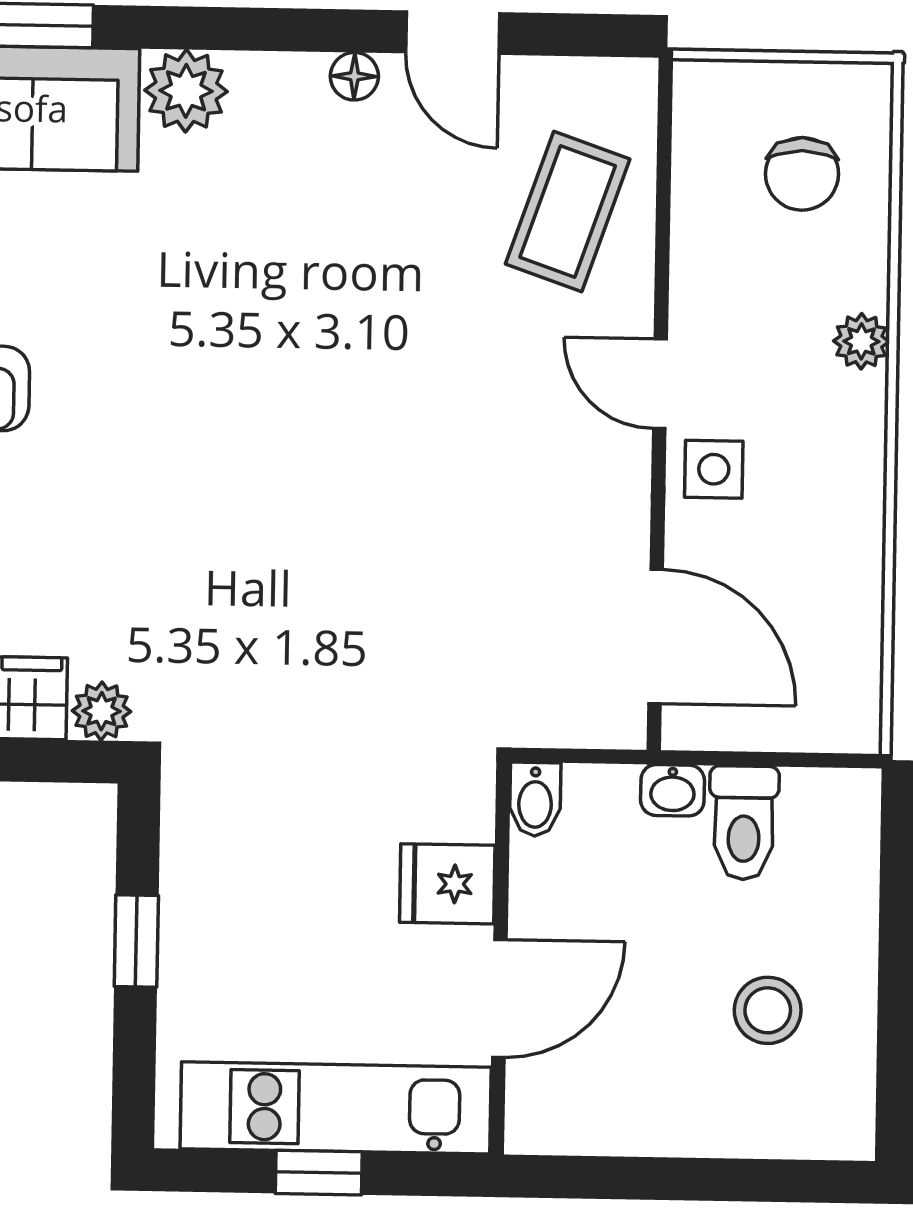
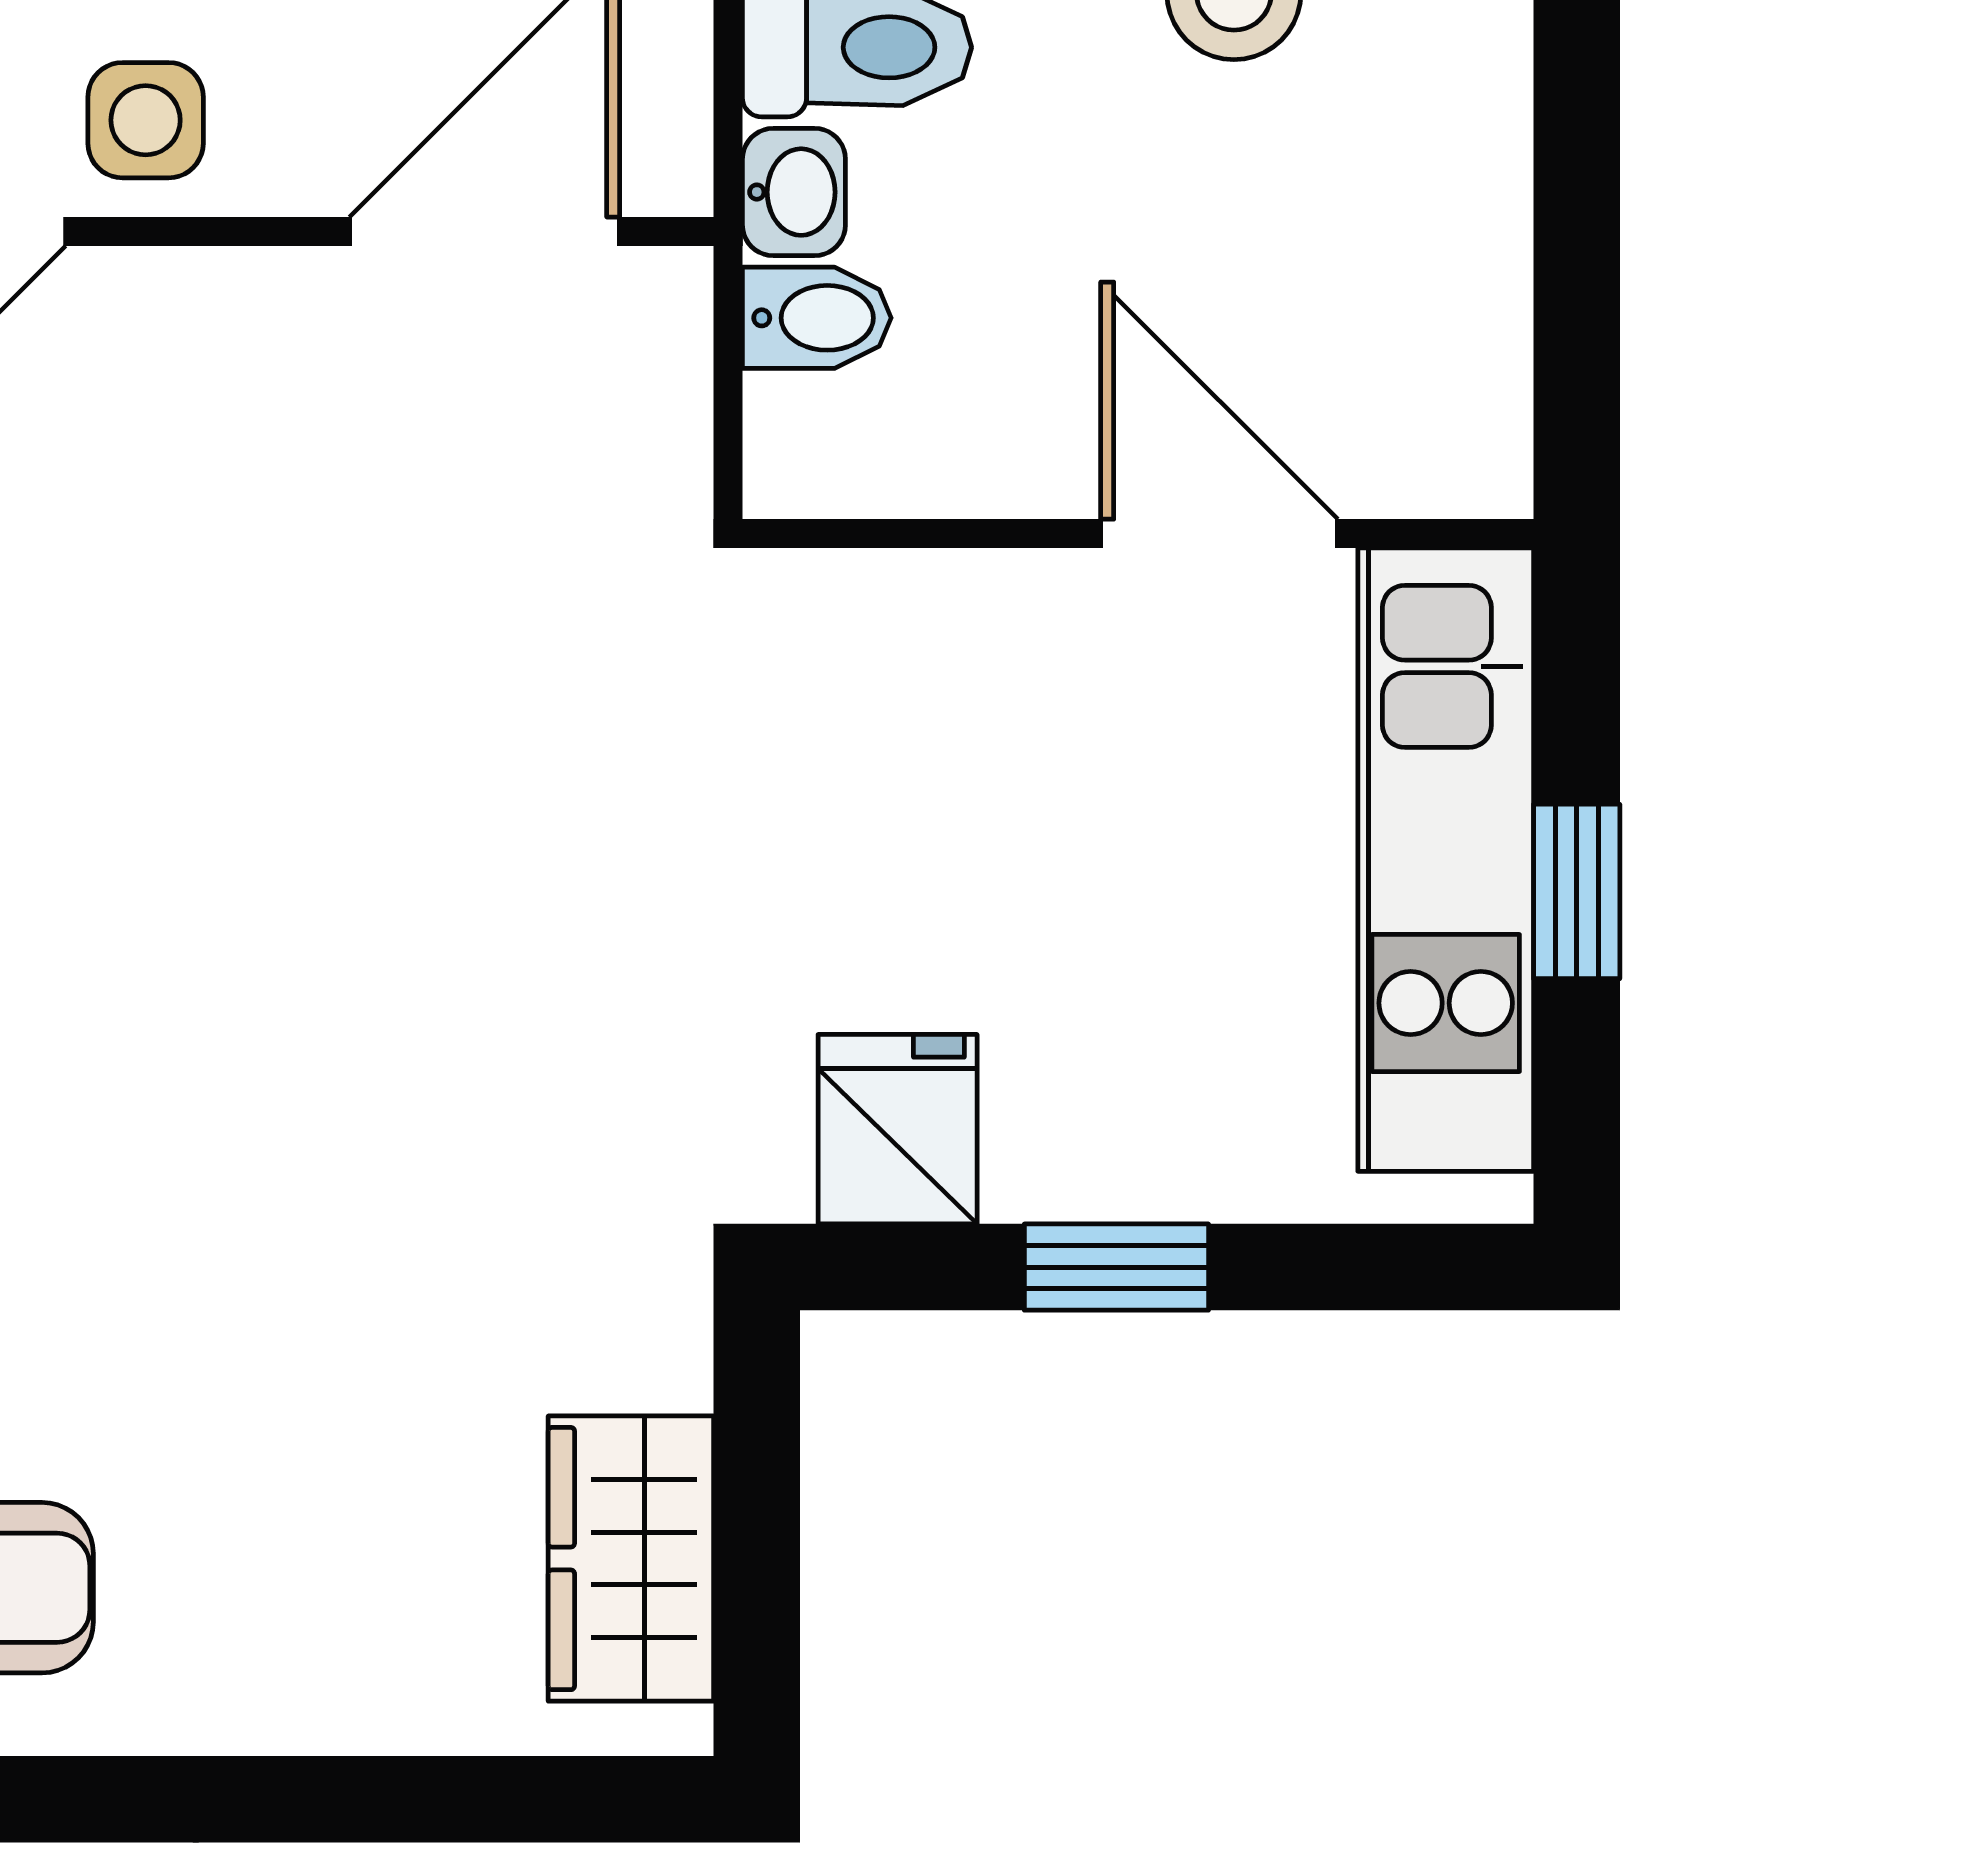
plant: (101, 711) -> (655, 1345), removed
bidet: (535, 799) -> (817, 318), moved
fridge: (447, 884) -> (898, 1129), moved, turned 180

